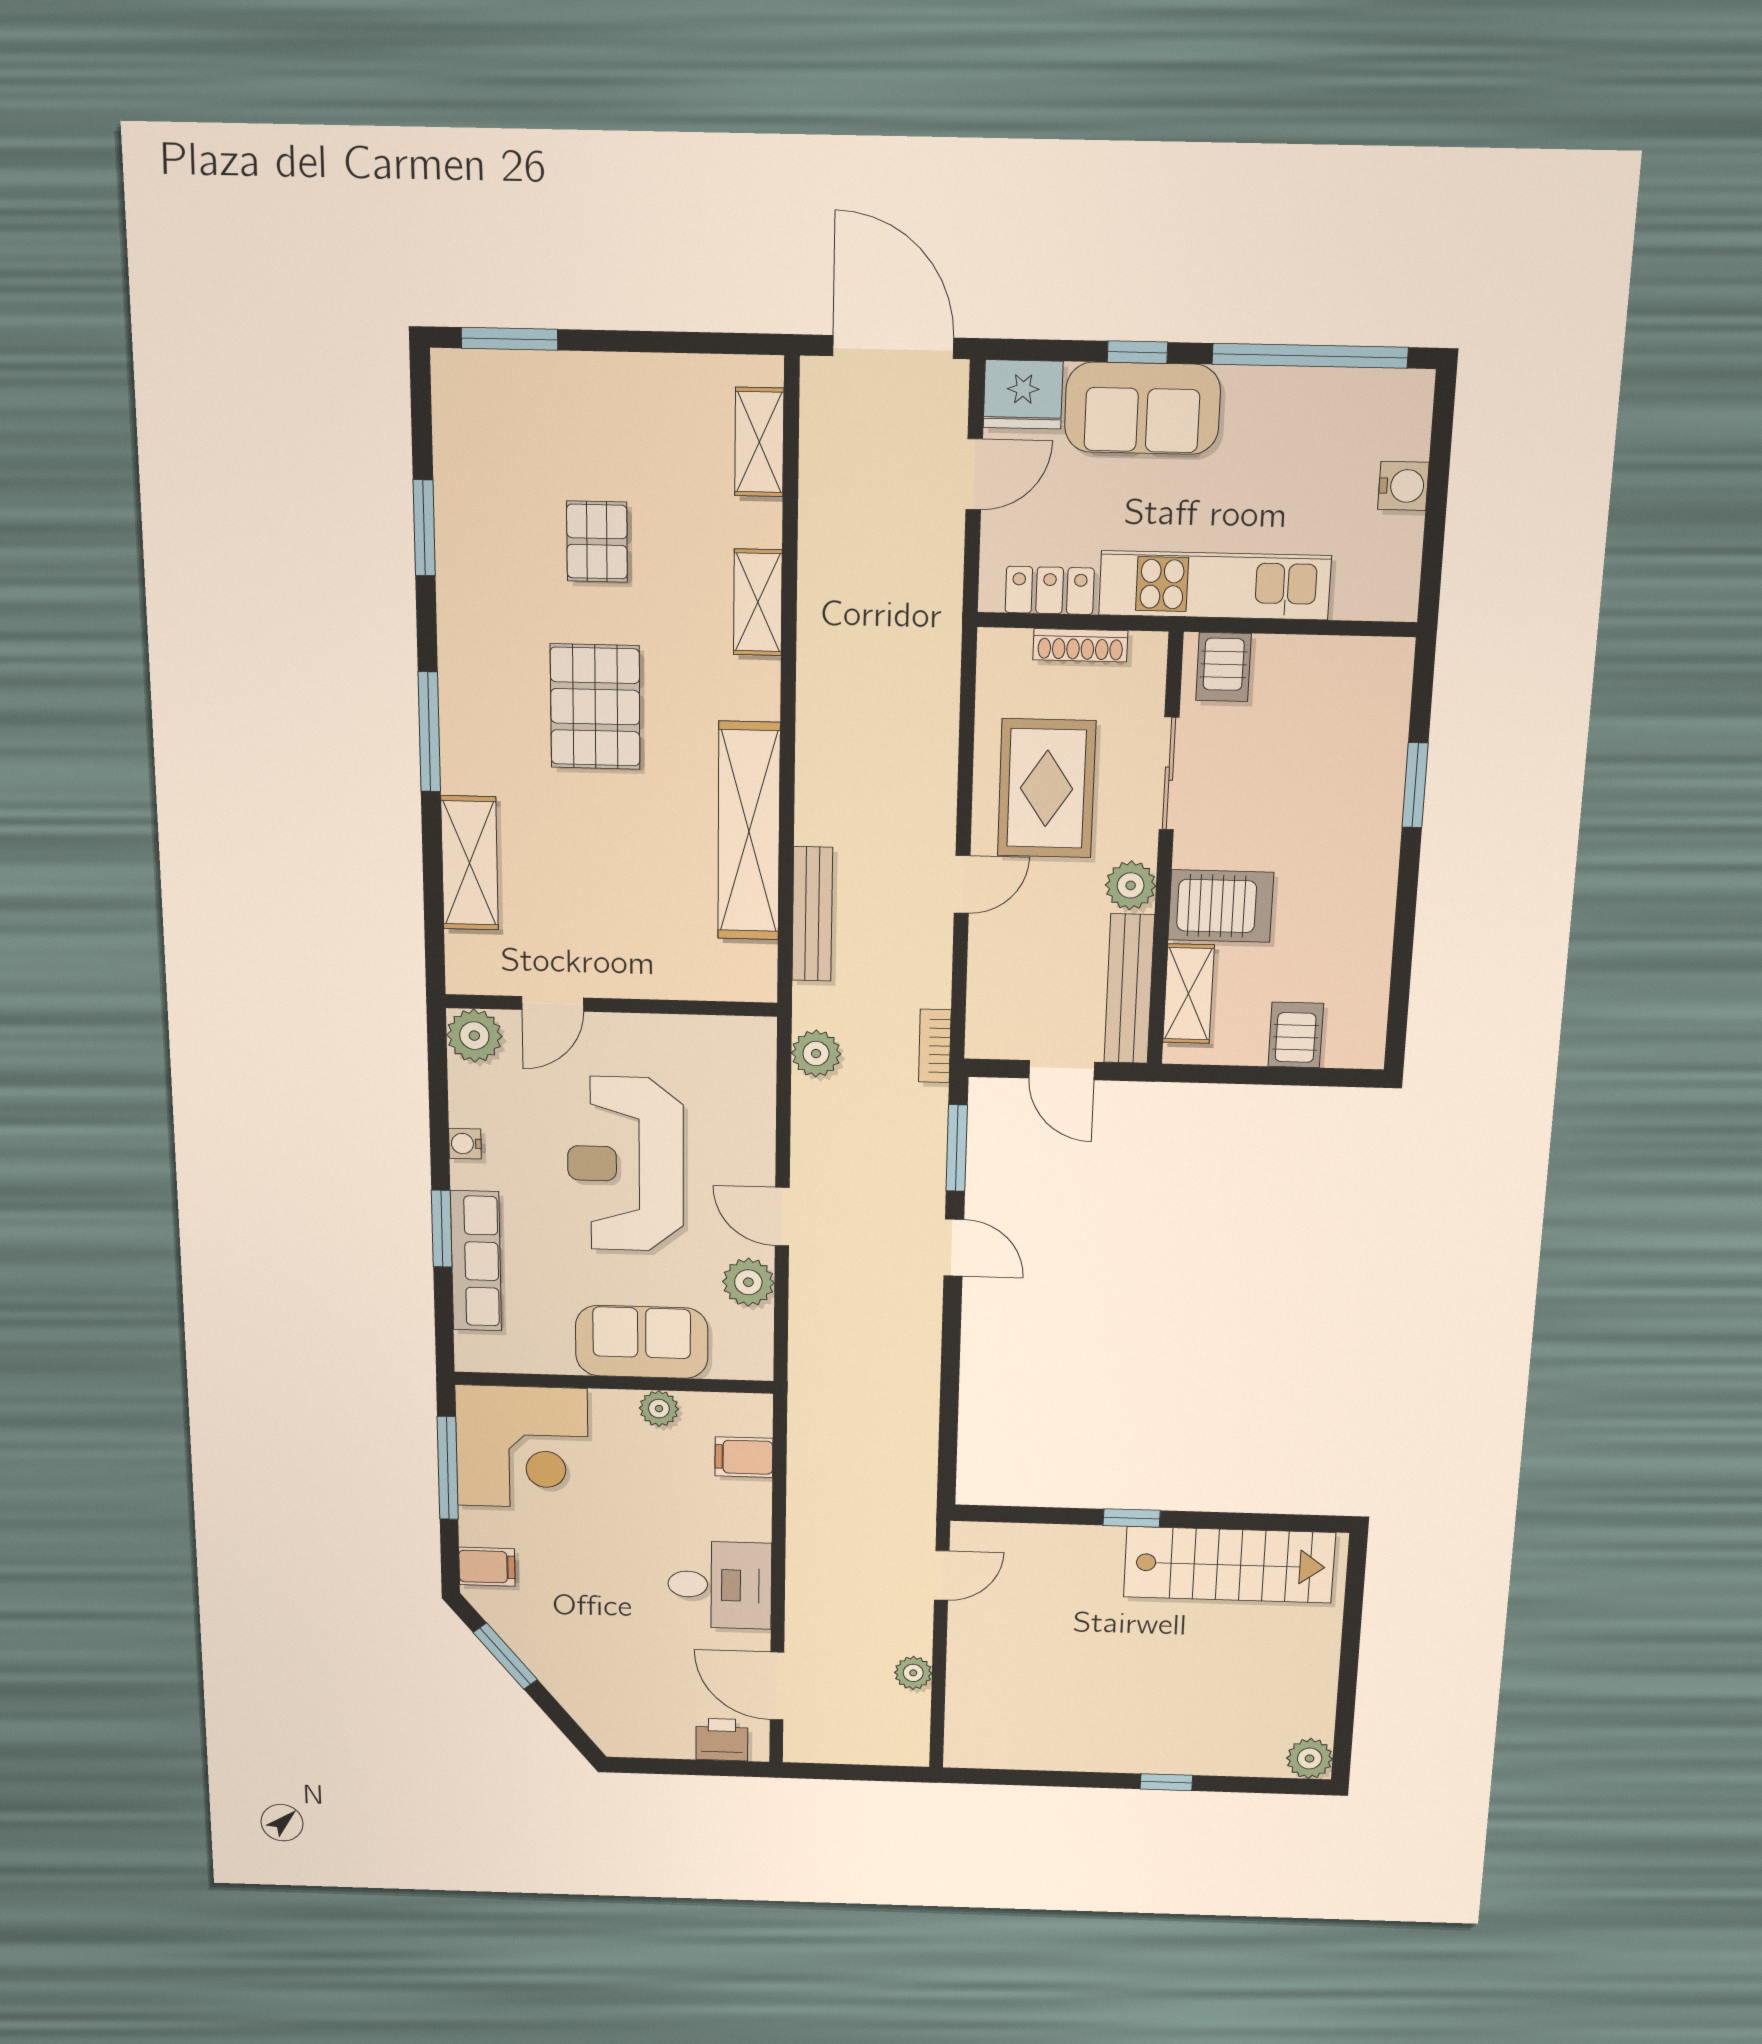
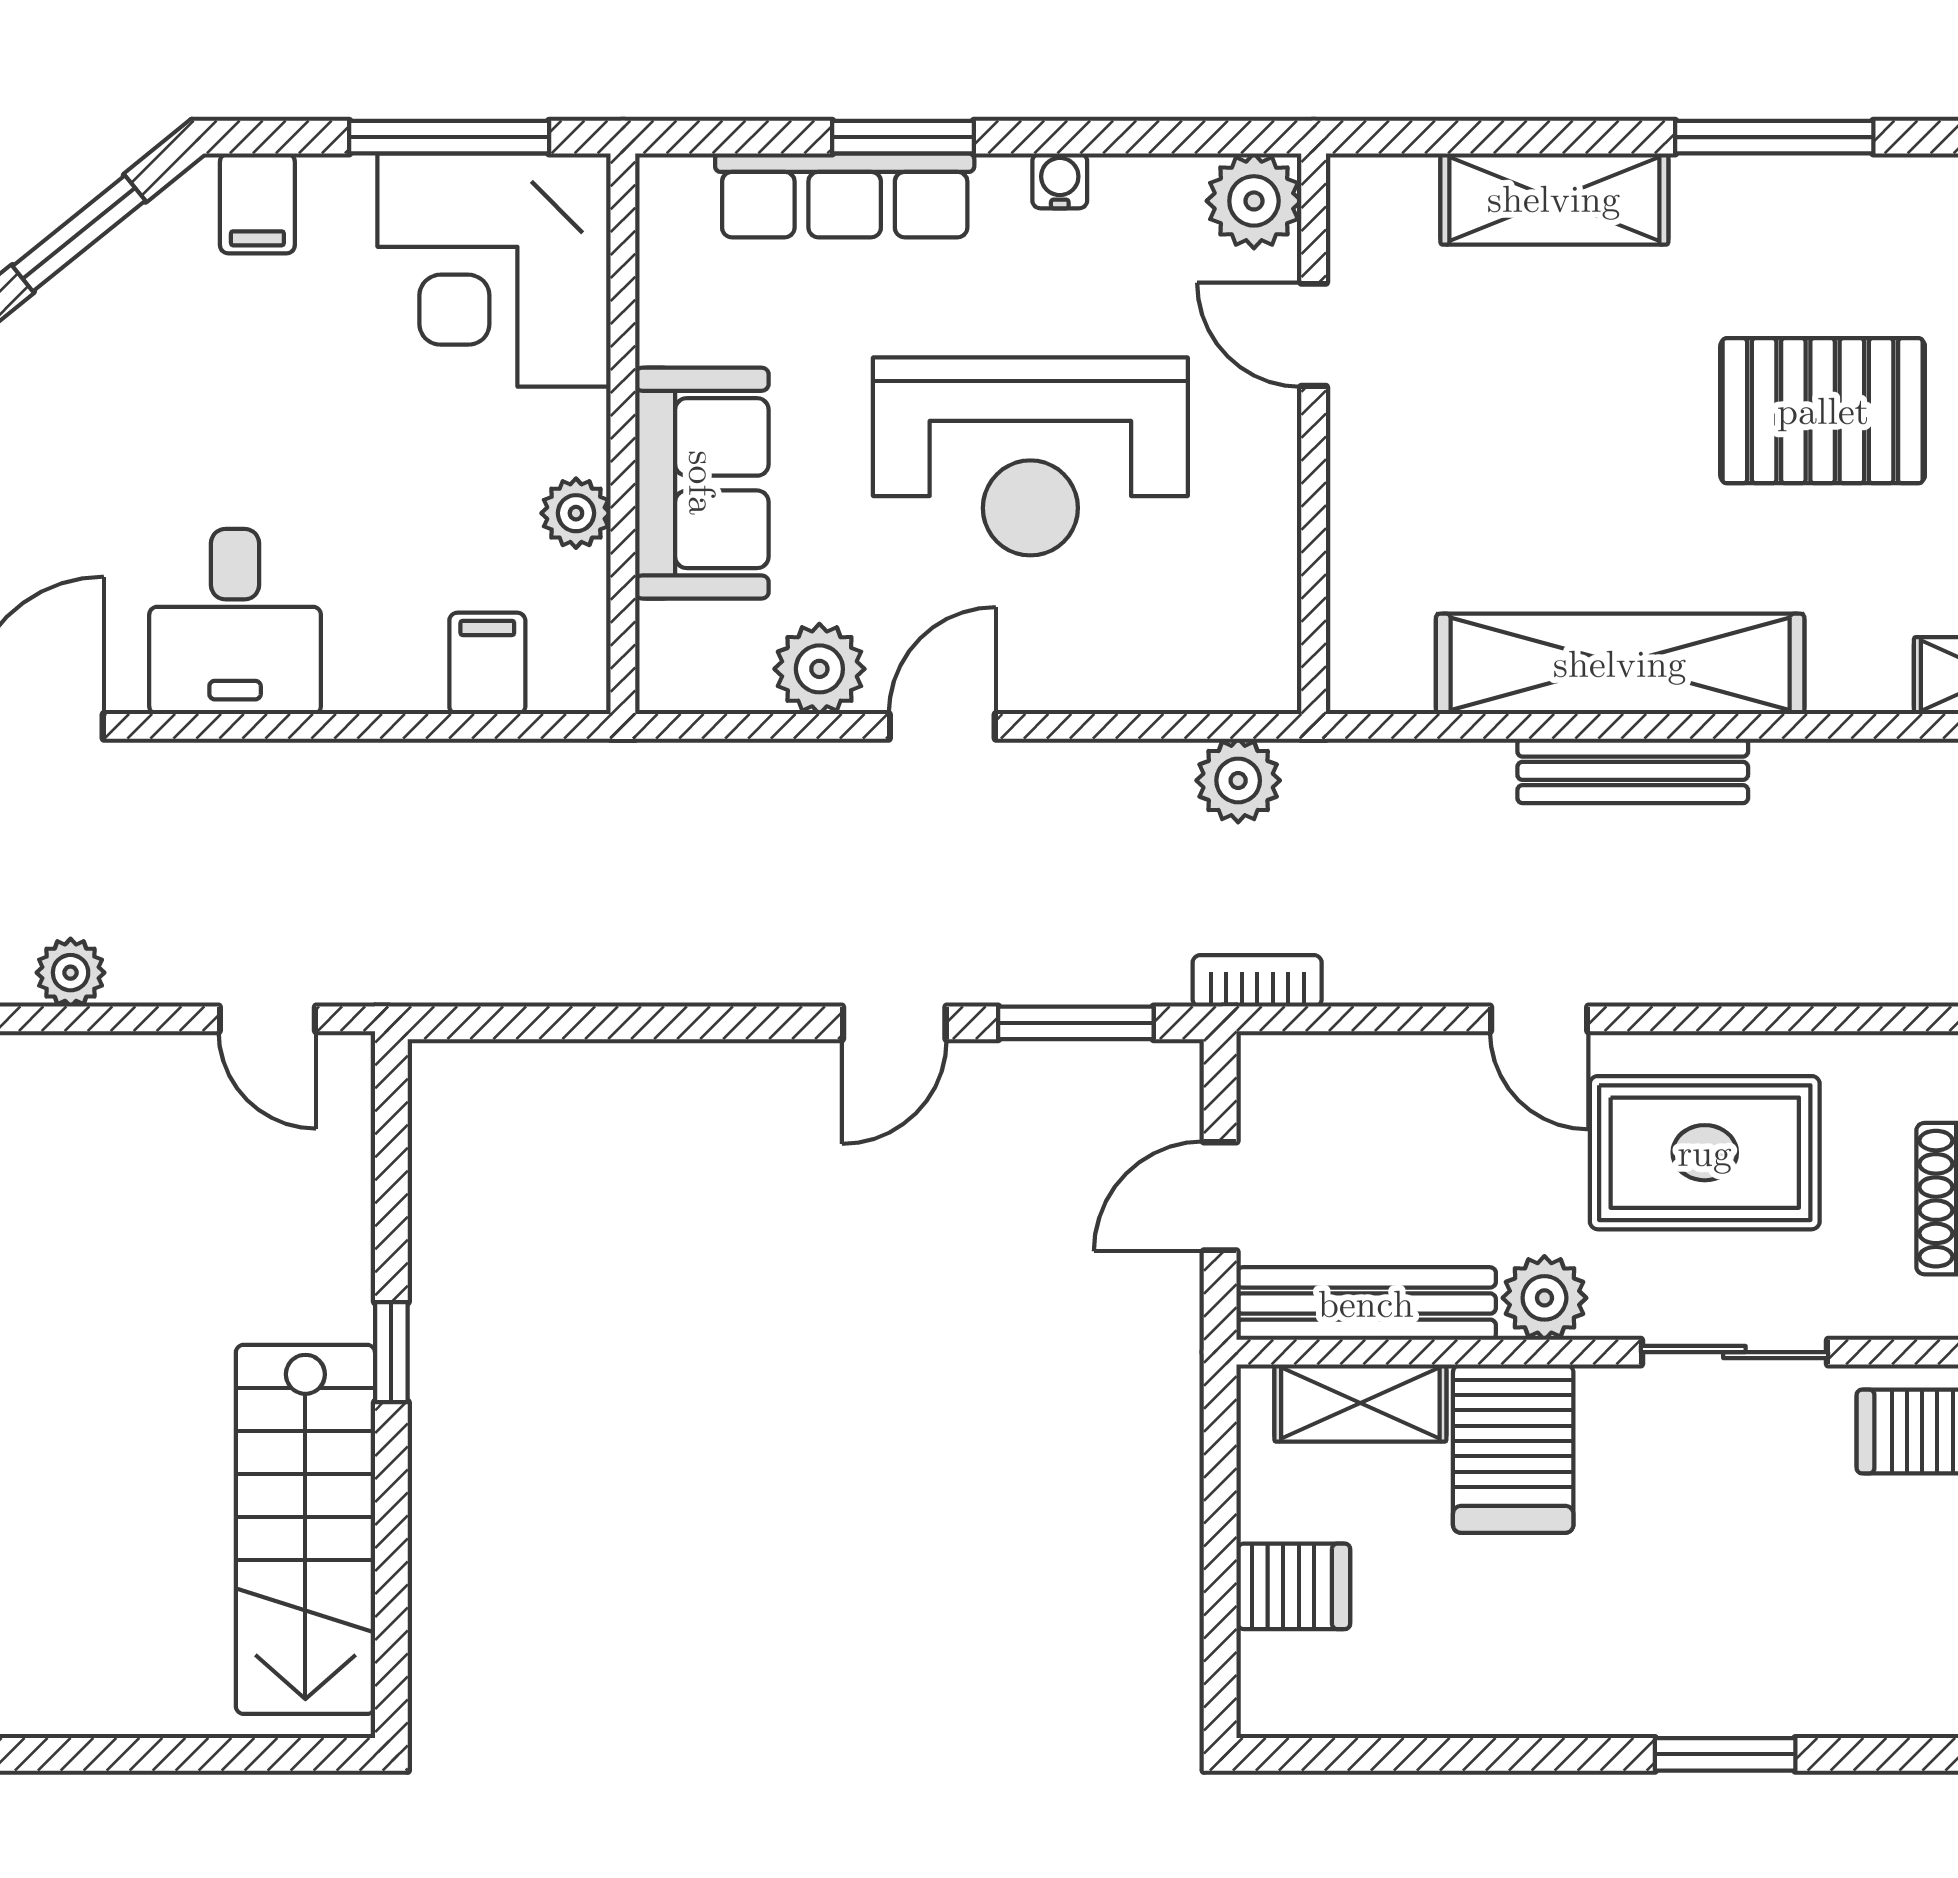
bench: (812, 914) -> (1633, 771), moved
reception desk: (626, 1164) -> (1030, 456), turned 180

